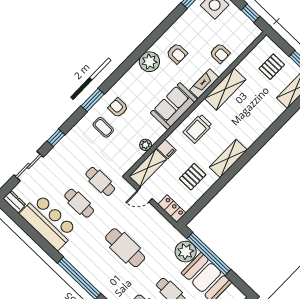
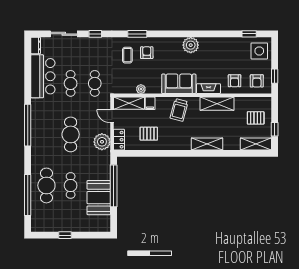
armchair: (177, 53) -> (257, 81), moved
trolley: (198, 129) -> (179, 110), turned -75
shelving: (228, 158) -> (207, 144), moved
plant: (186, 252) -> (102, 142), moved

